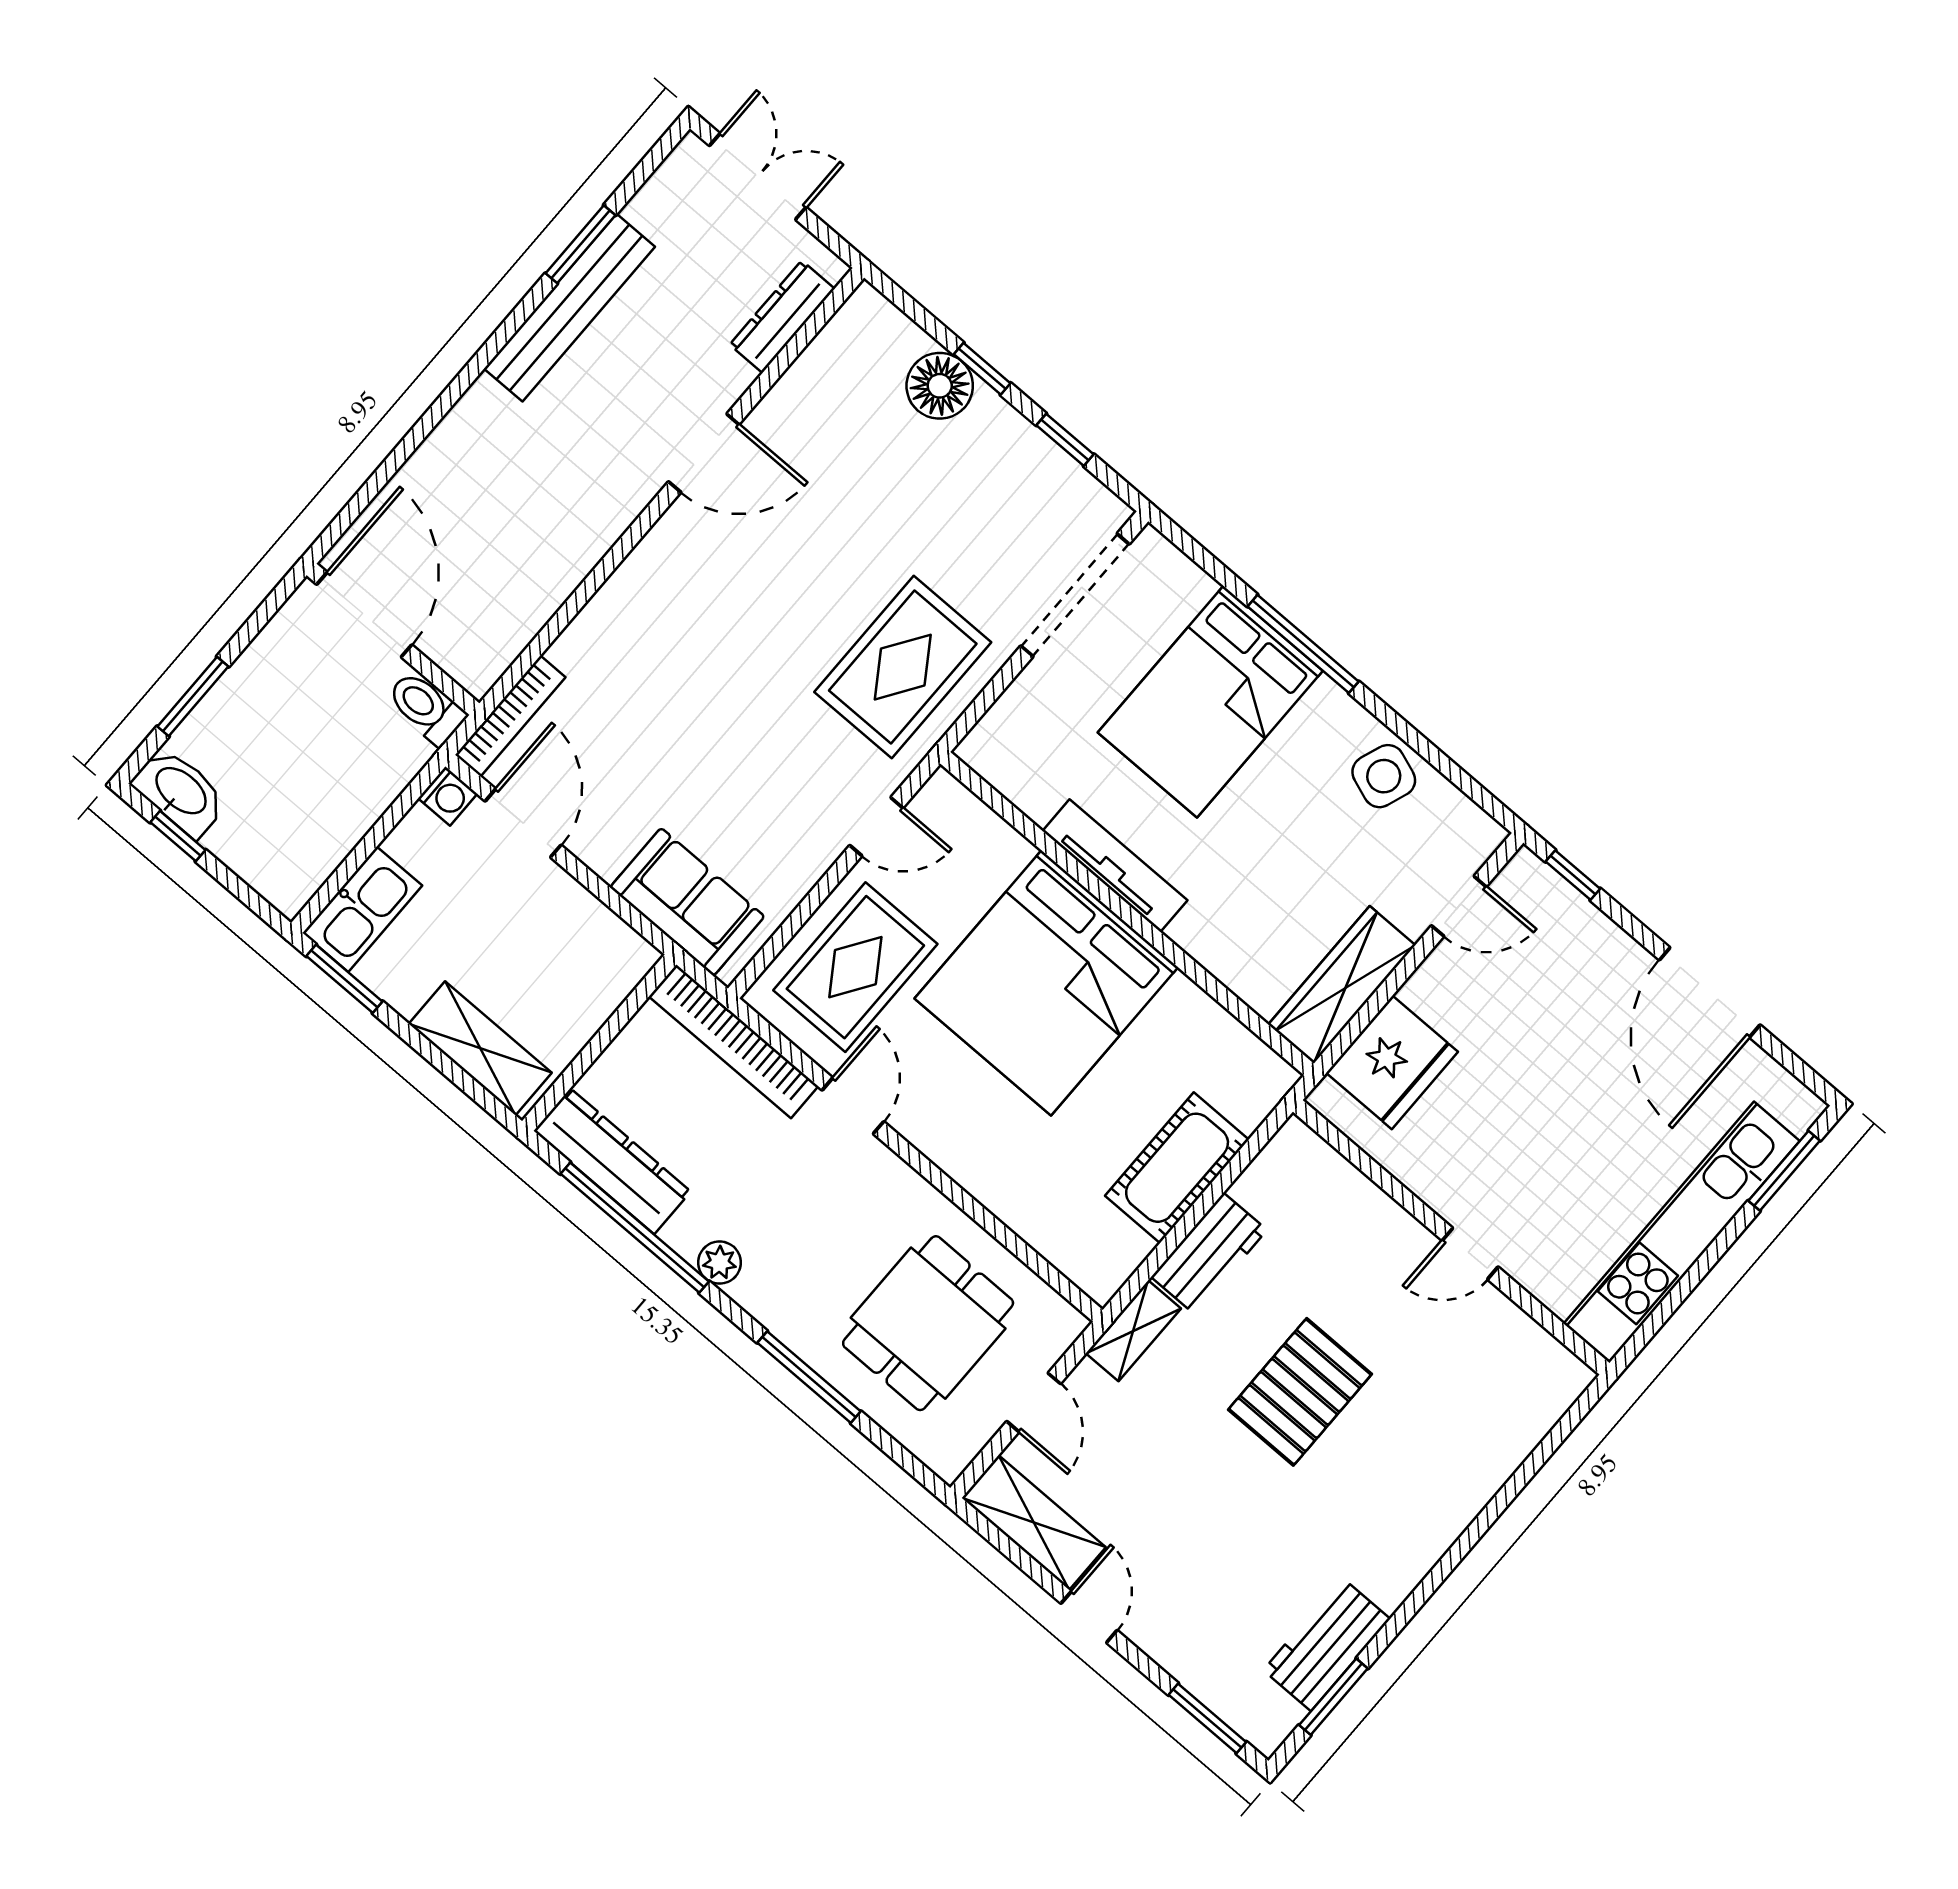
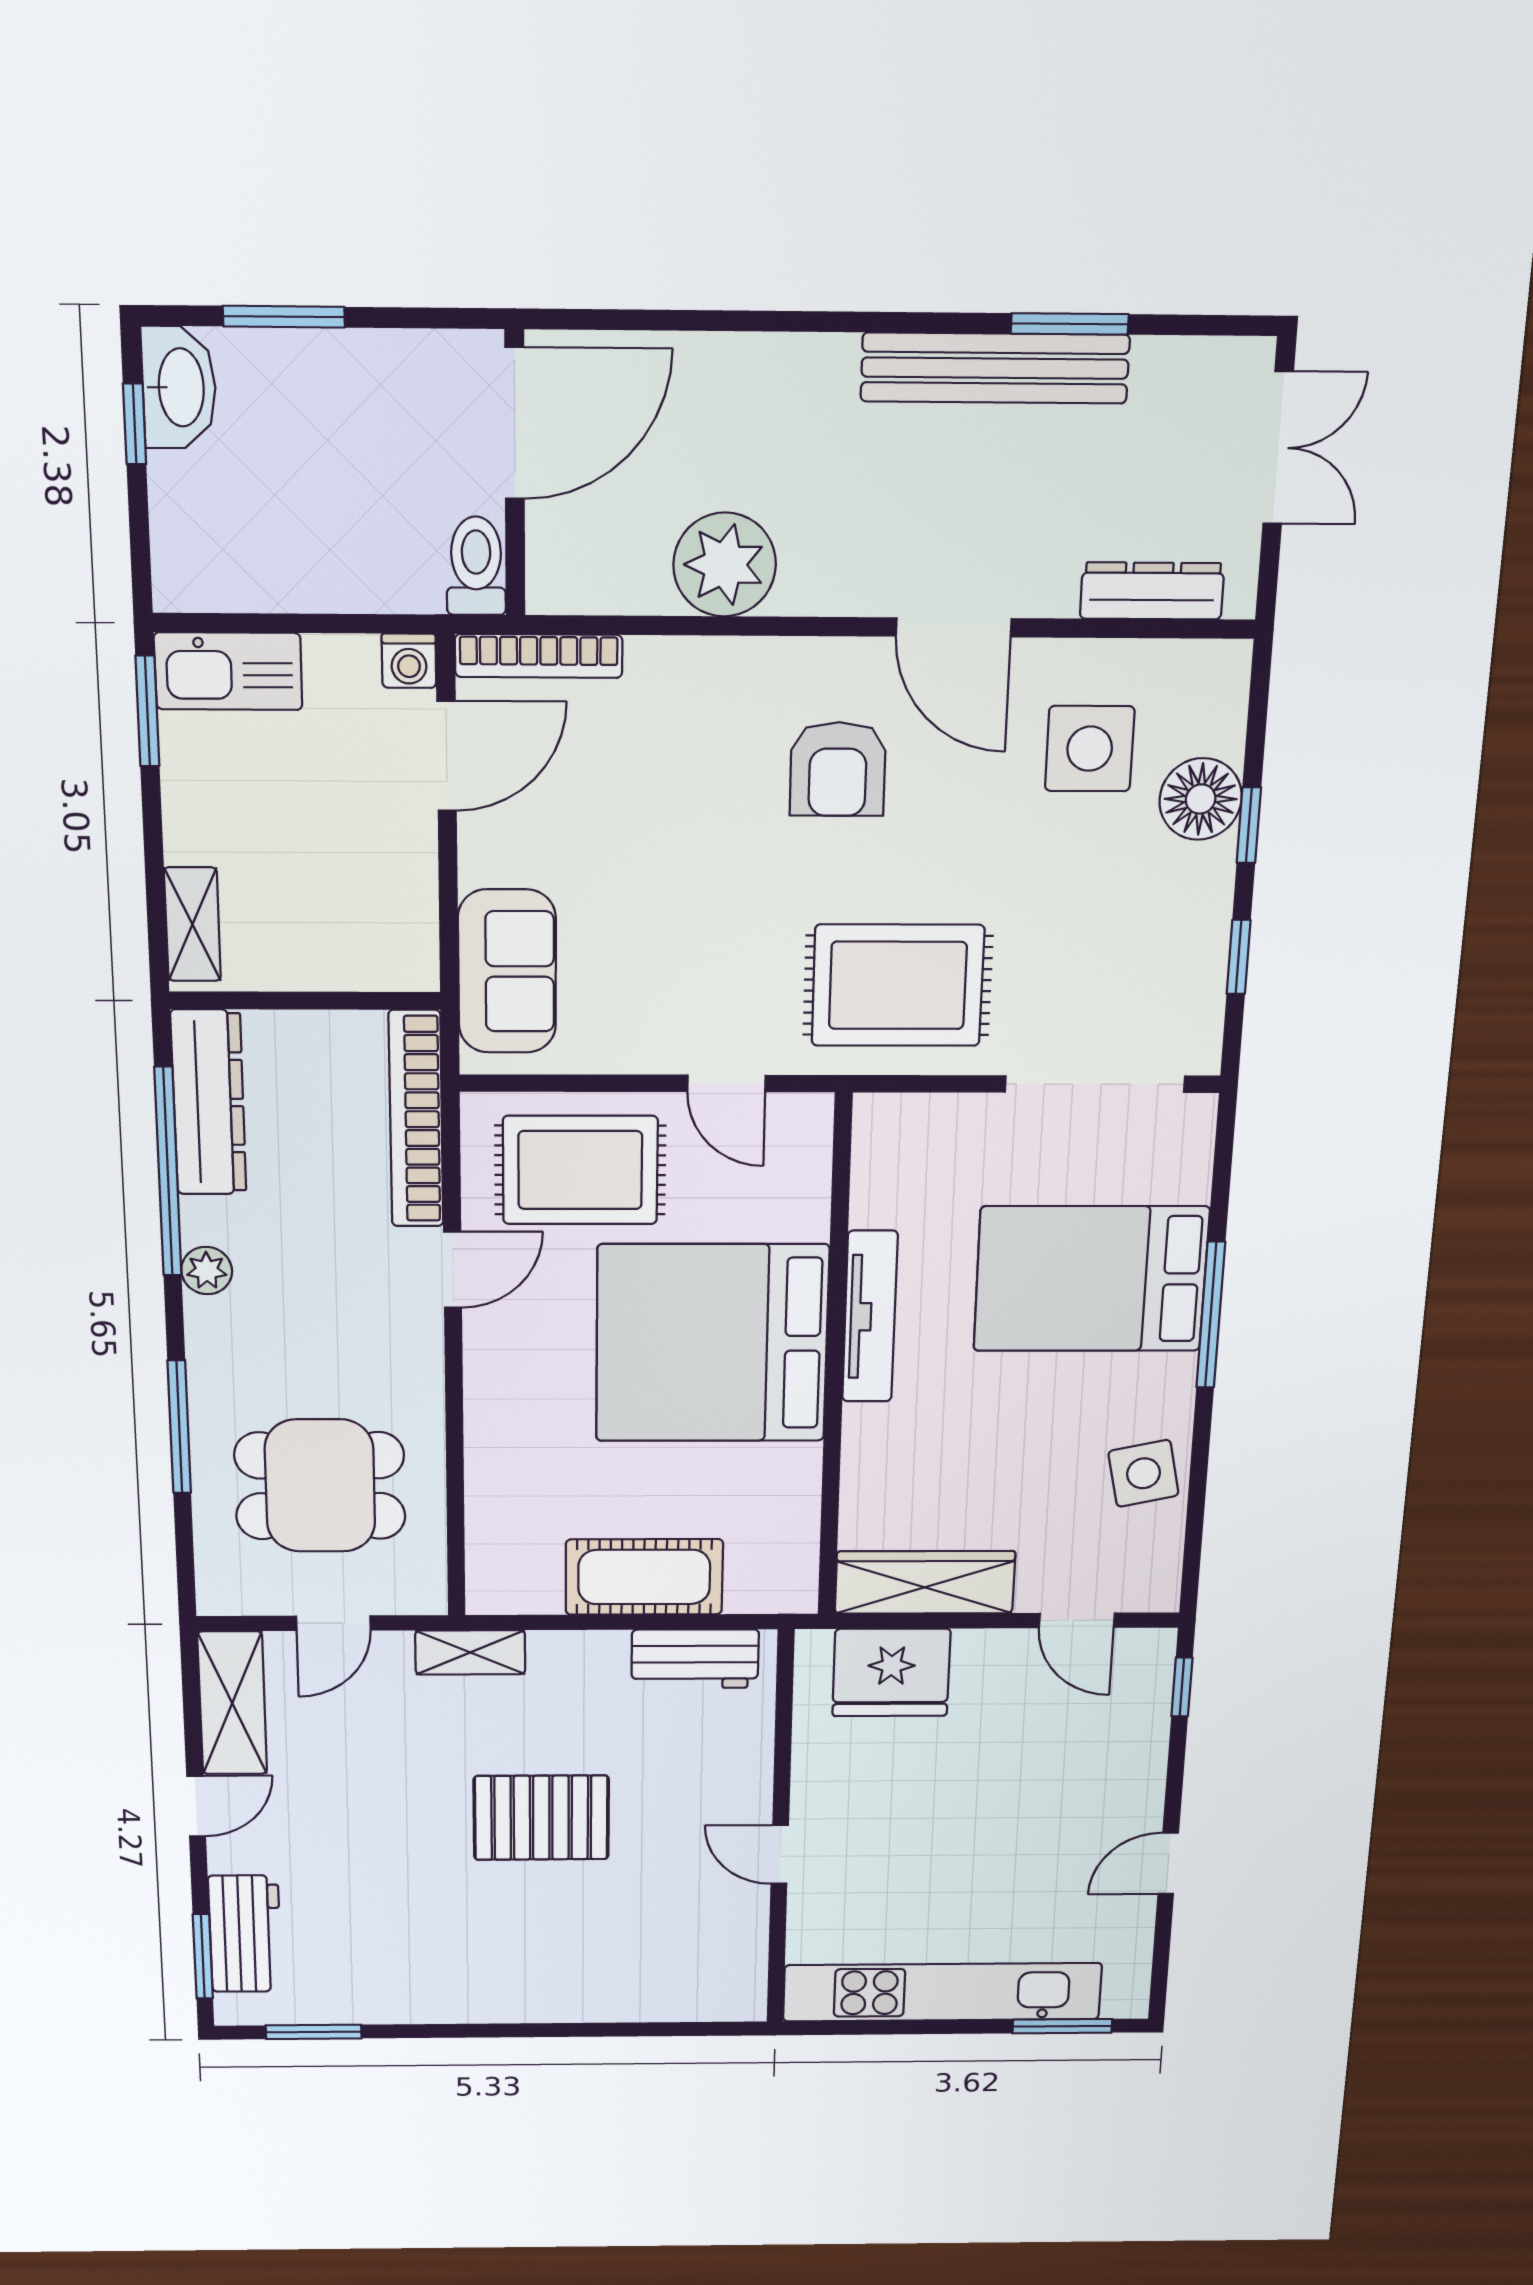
side table: (849, 429) -> (1090, 749), added
plant: (550, 560) -> (725, 565), added
armchair: (732, 593) -> (838, 769), added
side table: (1384, 776) -> (1143, 1473), turned -32
door: (1710, 992) -> (1168, 1863), width x0.53
shelving: (480, 1048) -> (193, 924), width x0.67, depth x0.75
workbench: (1209, 1254) -> (695, 1659), moved
workbench: (1327, 1645) -> (245, 1934), moved, turned 90

